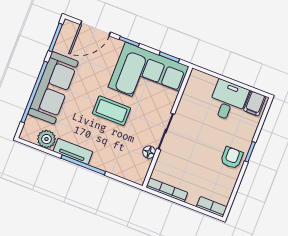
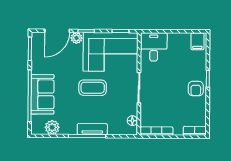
plant: (115, 45) -> (76, 38), added
sofa: (53, 88) -> (42, 94), width x0.73
desk: (228, 101) -> (154, 47), moved
tv unit: (73, 151) -> (92, 129), moved
floor lamp: (149, 152) -> (132, 121), moved
armchair: (232, 158) -> (196, 89), turned 180

